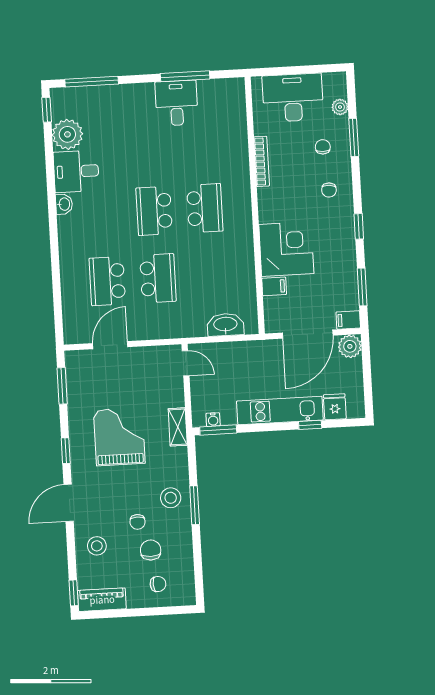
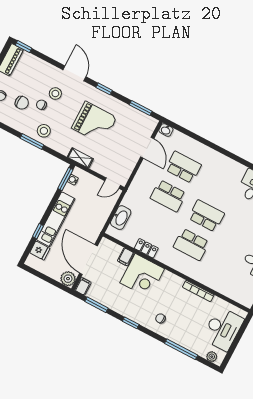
plant: (340, 107) -> (212, 357), moved
window: (354, 137) -> (181, 349), width x1.44
chair: (323, 147) -> (186, 329), removed
washbasin: (64, 204) -> (166, 130), moved
locker: (246, 266) -> (146, 248), added
stool: (97, 546) -> (55, 94), moved

